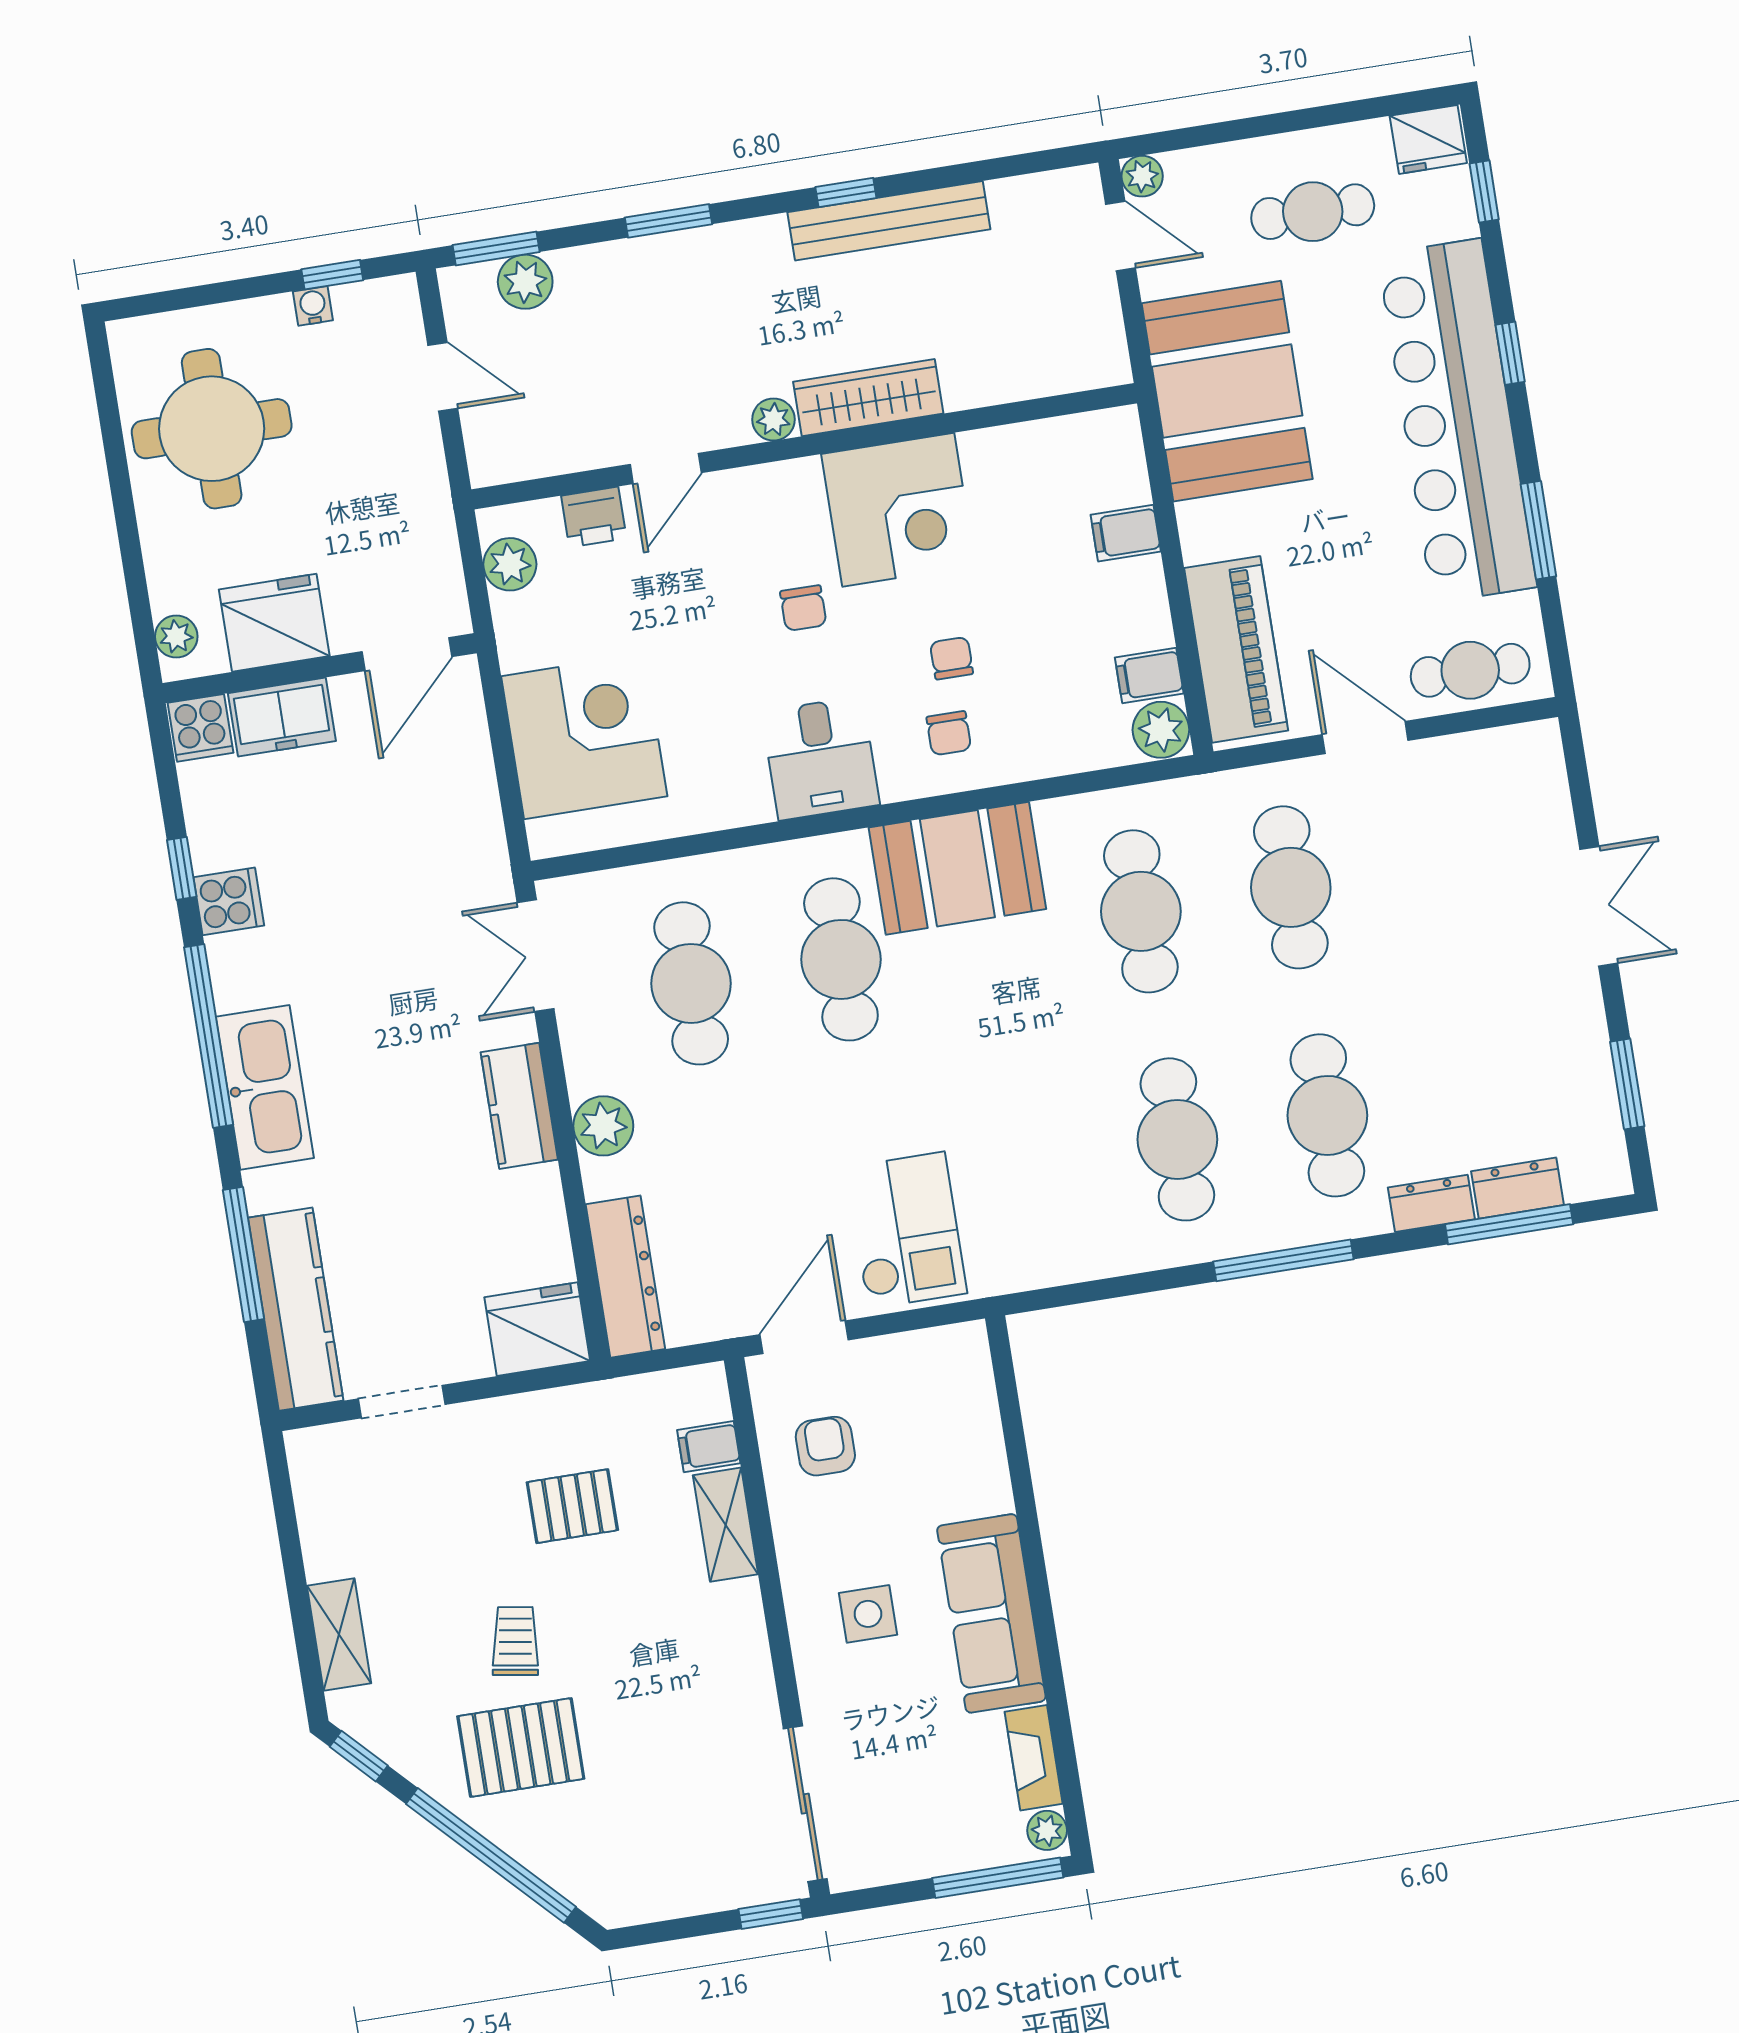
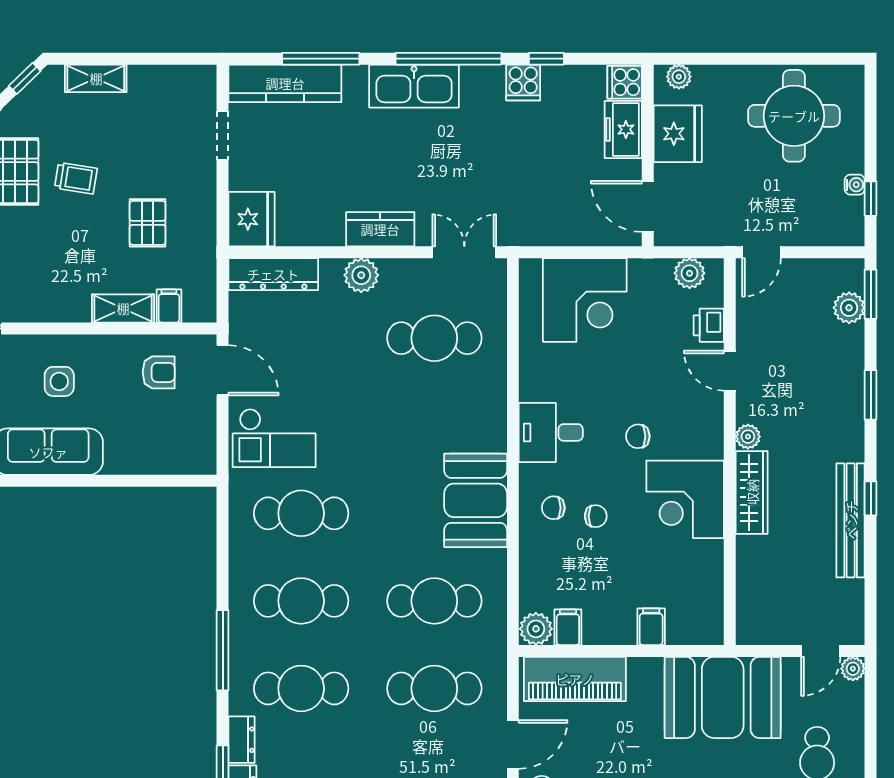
door: (443, 377) -> (762, 252), moved
cafe table: (841, 959) -> (301, 513), moved

